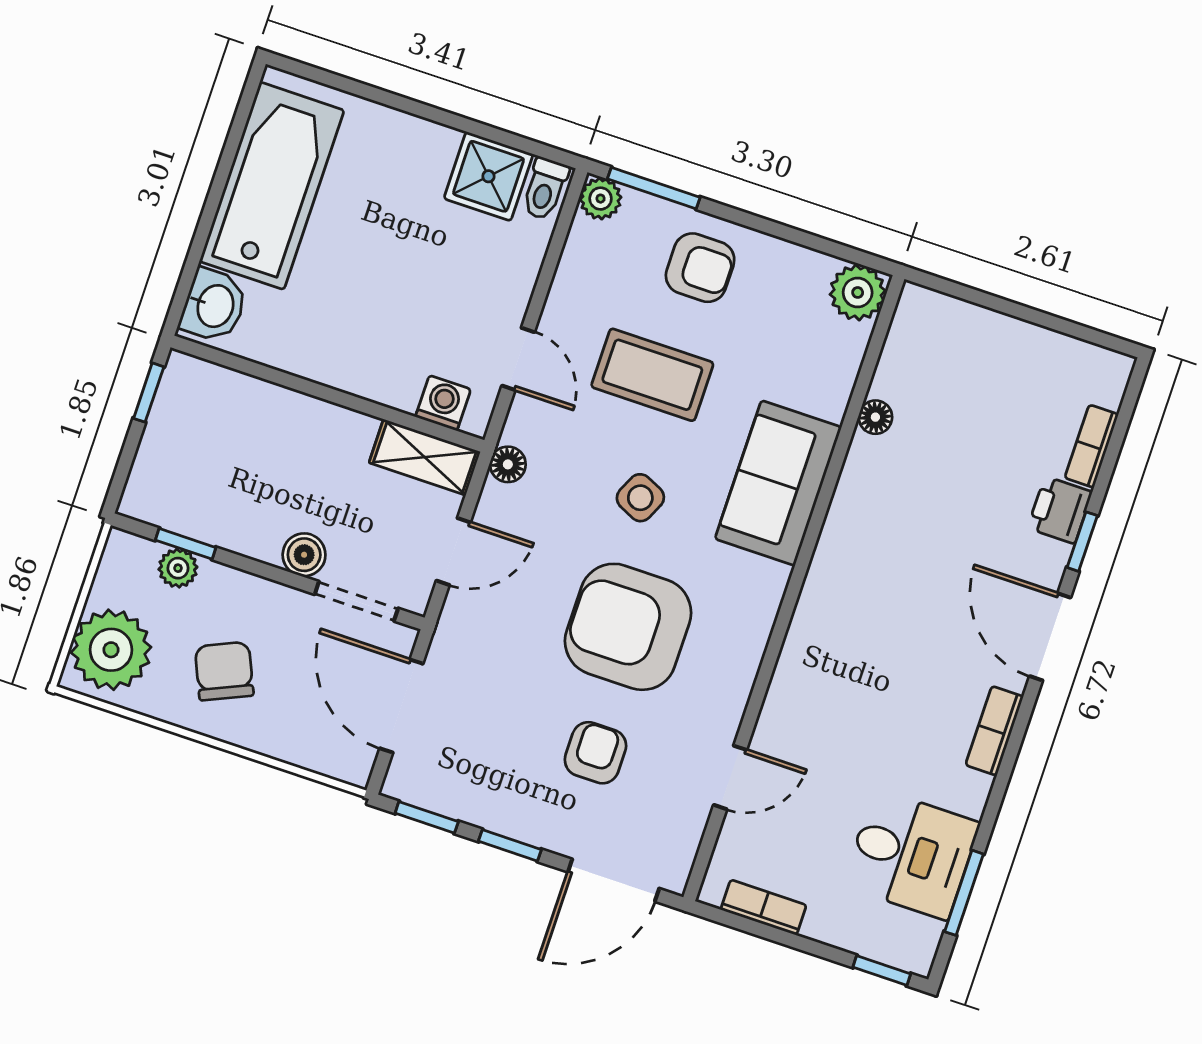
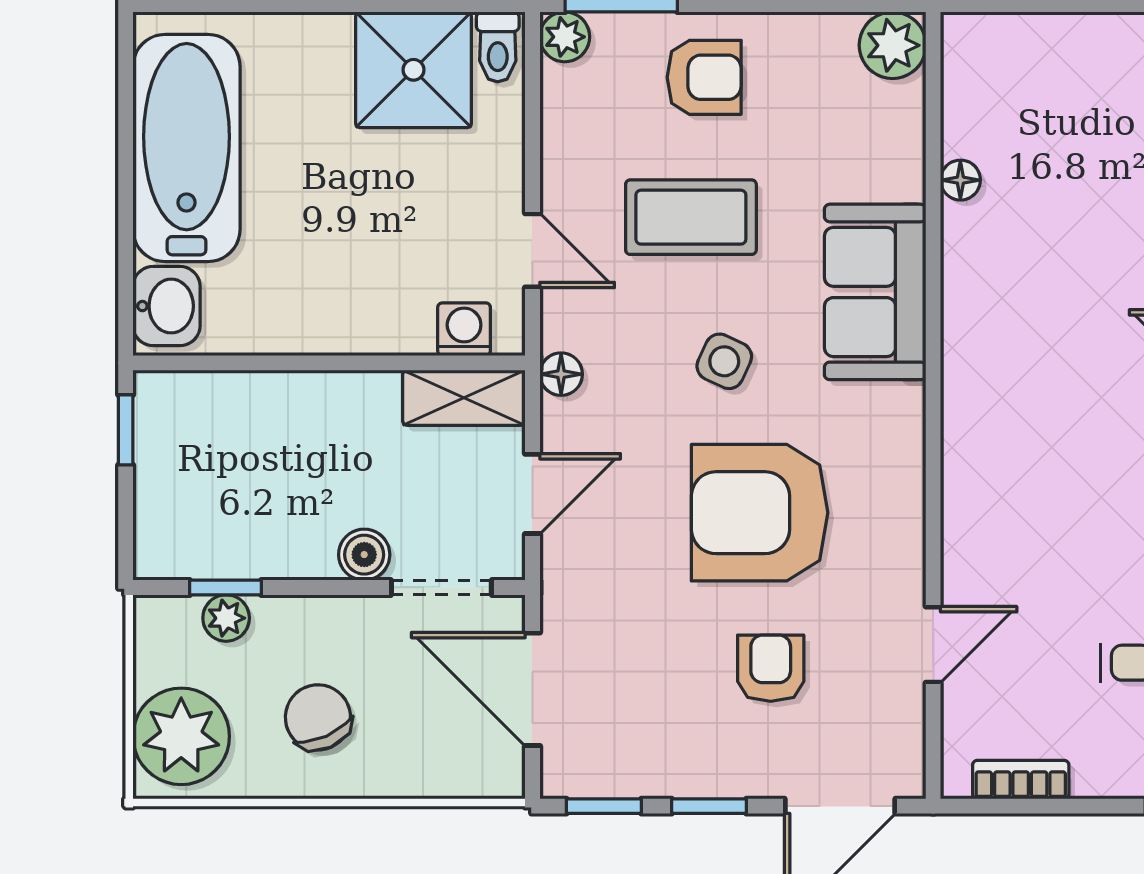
shower: (488, 176) -> (414, 70), width x1.36, depth x1.36

